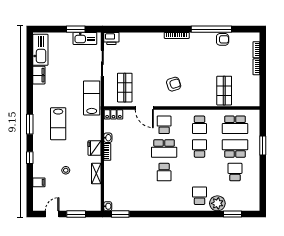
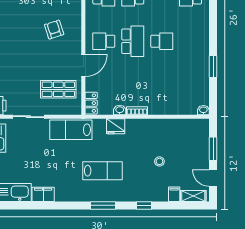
fridge: (94, 148) -> (116, 126), moved
shelving: (96, 174) -> (193, 196), moved
window: (120, 214) -> (213, 67), moved

